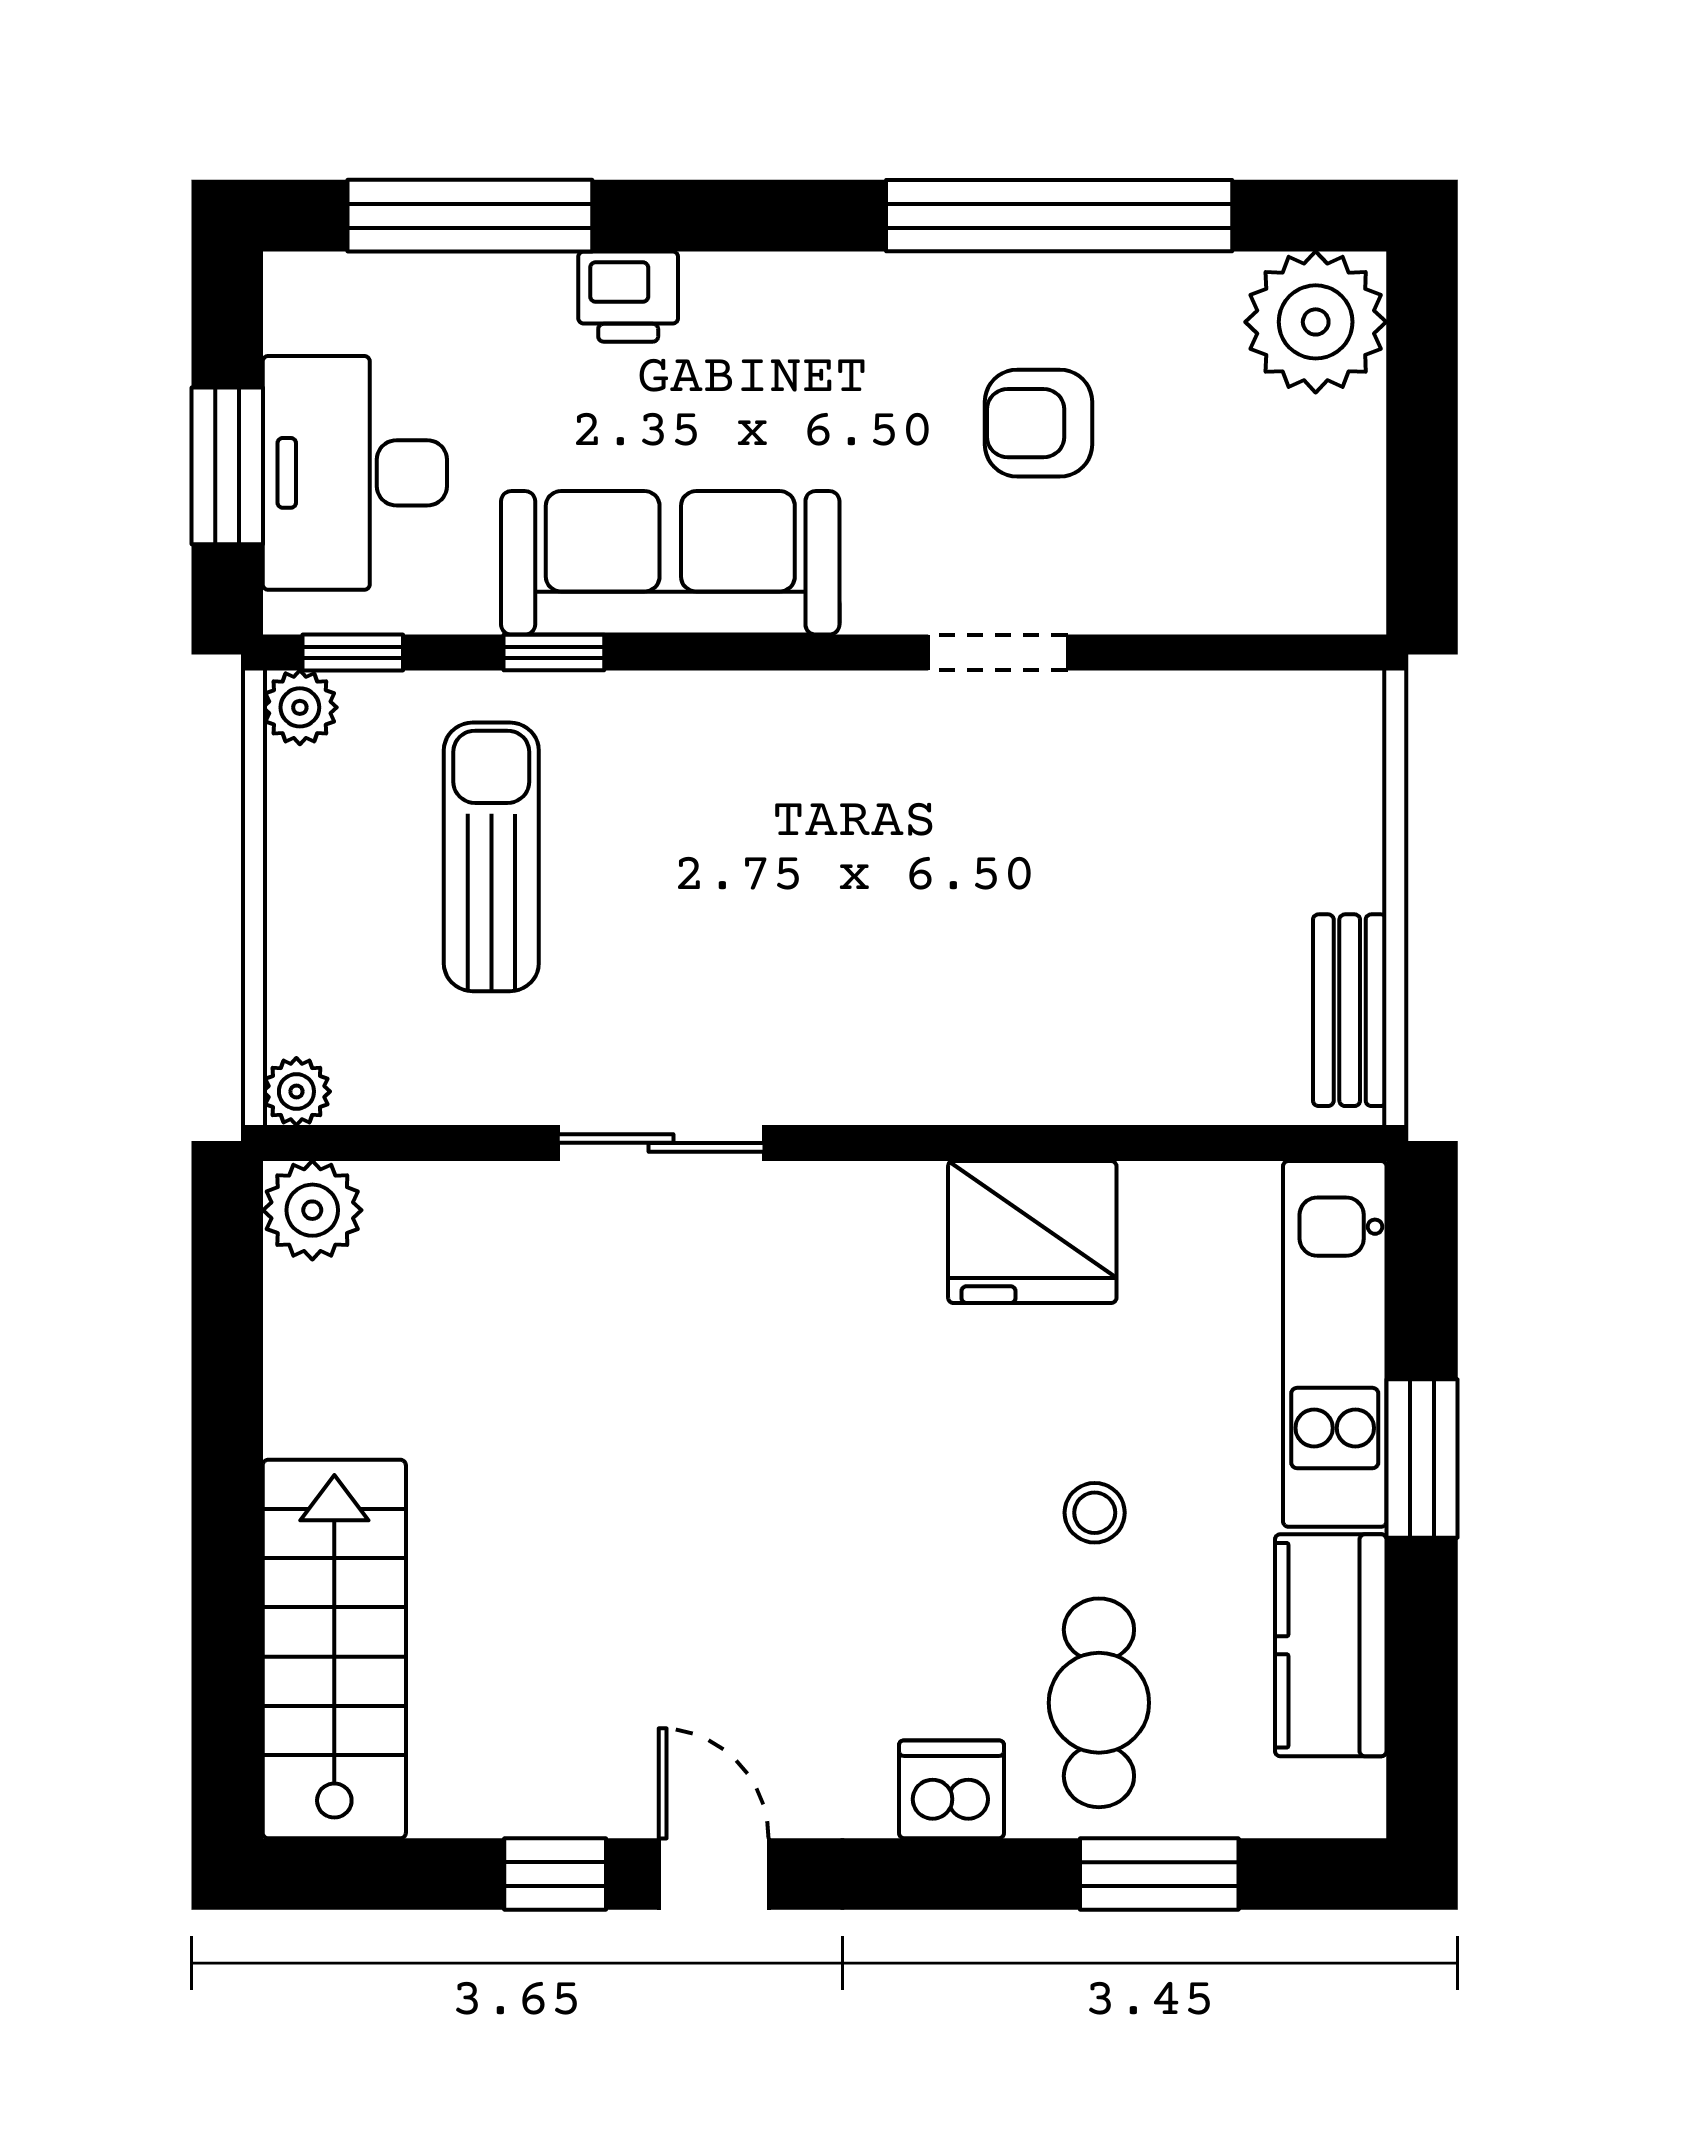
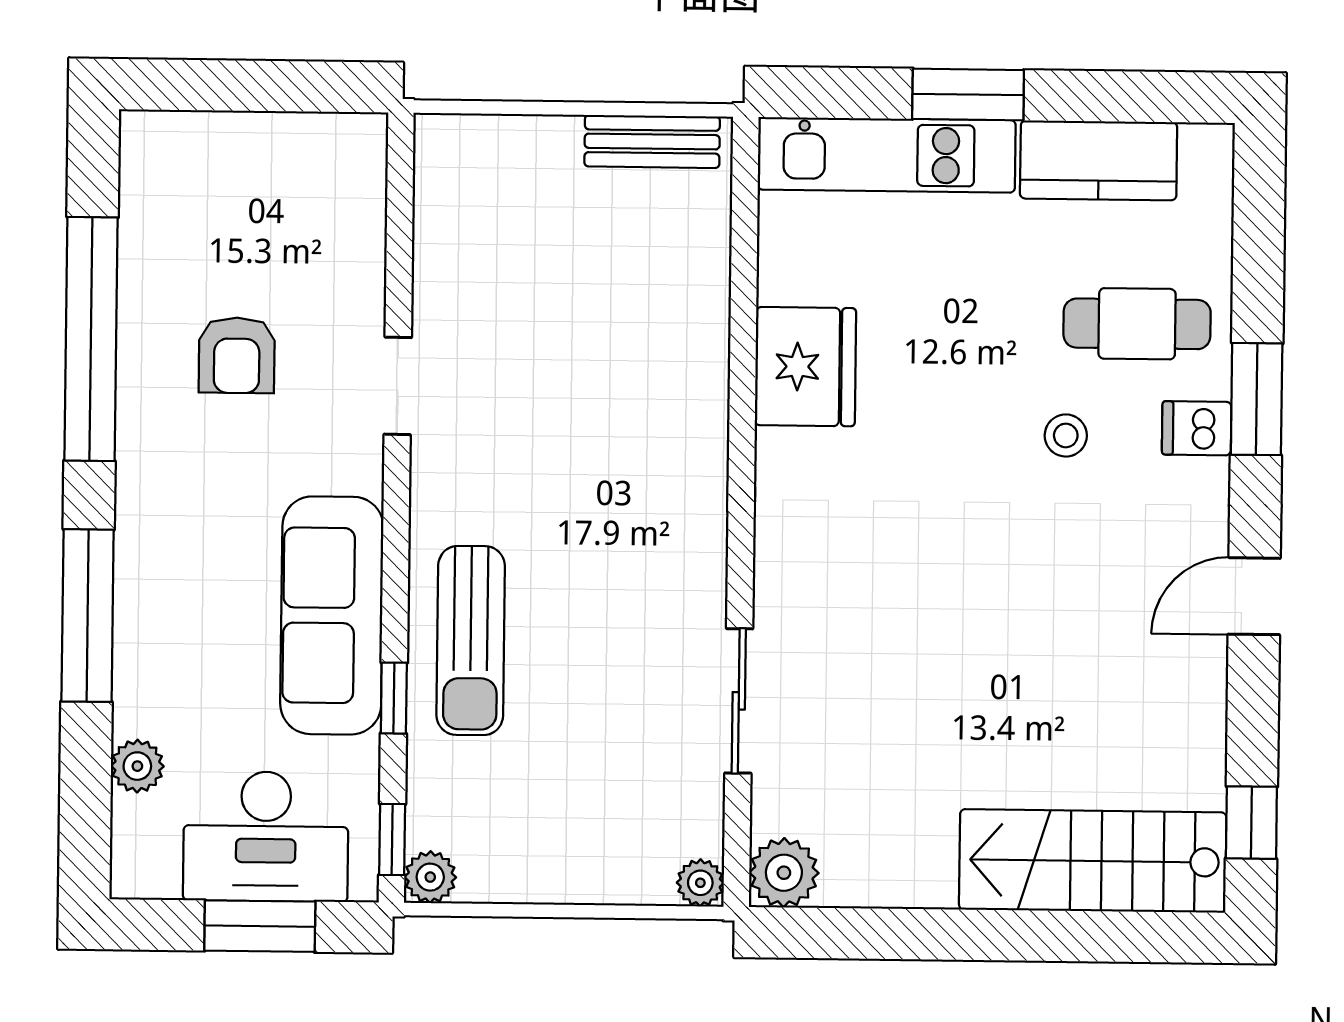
window: (470, 216) -> (88, 616), moved
printer: (628, 297) -> (144, 643), removed
plant: (1316, 322) -> (137, 766), moved, width x0.53, depth x0.53
sun lounger: (491, 857) -> (471, 641), moved, turned -90
sliding door: (661, 1143) -> (739, 701), moved
stool: (1095, 1513) -> (1066, 435), moved
dishwasher: (951, 1789) -> (1197, 428), width x0.73
window: (555, 1874) -> (1251, 823), moved
window: (1159, 1874) -> (1257, 399), moved

